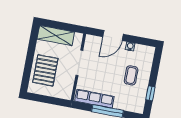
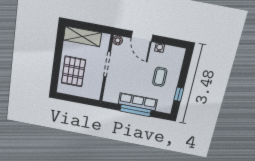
door: (113, 35) -> (142, 36), hinge flipped
plant: (90, 39) -> (118, 40), added
row of seats: (94, 99) -> (138, 102), moved

